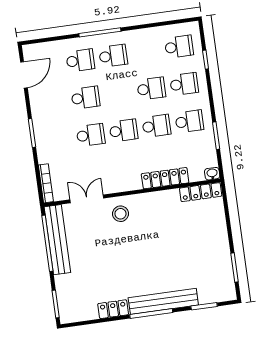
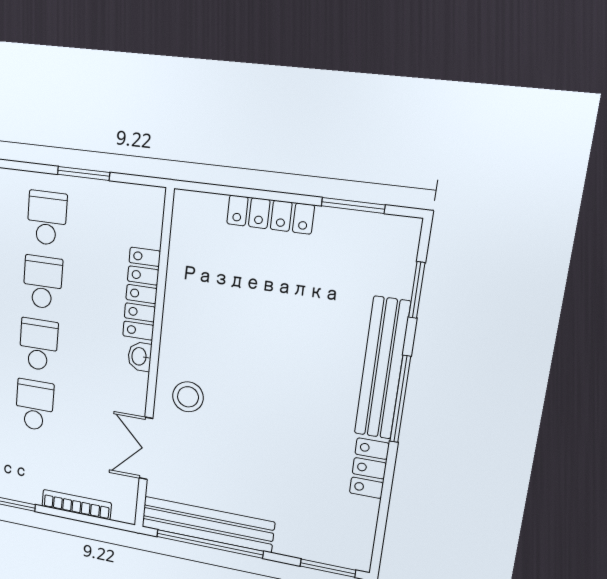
washbasin: (212, 174) -> (140, 356), moved
bookcase: (46, 183) -> (77, 505), moved
locker: (201, 192) -> (270, 215), moved, turned 90

